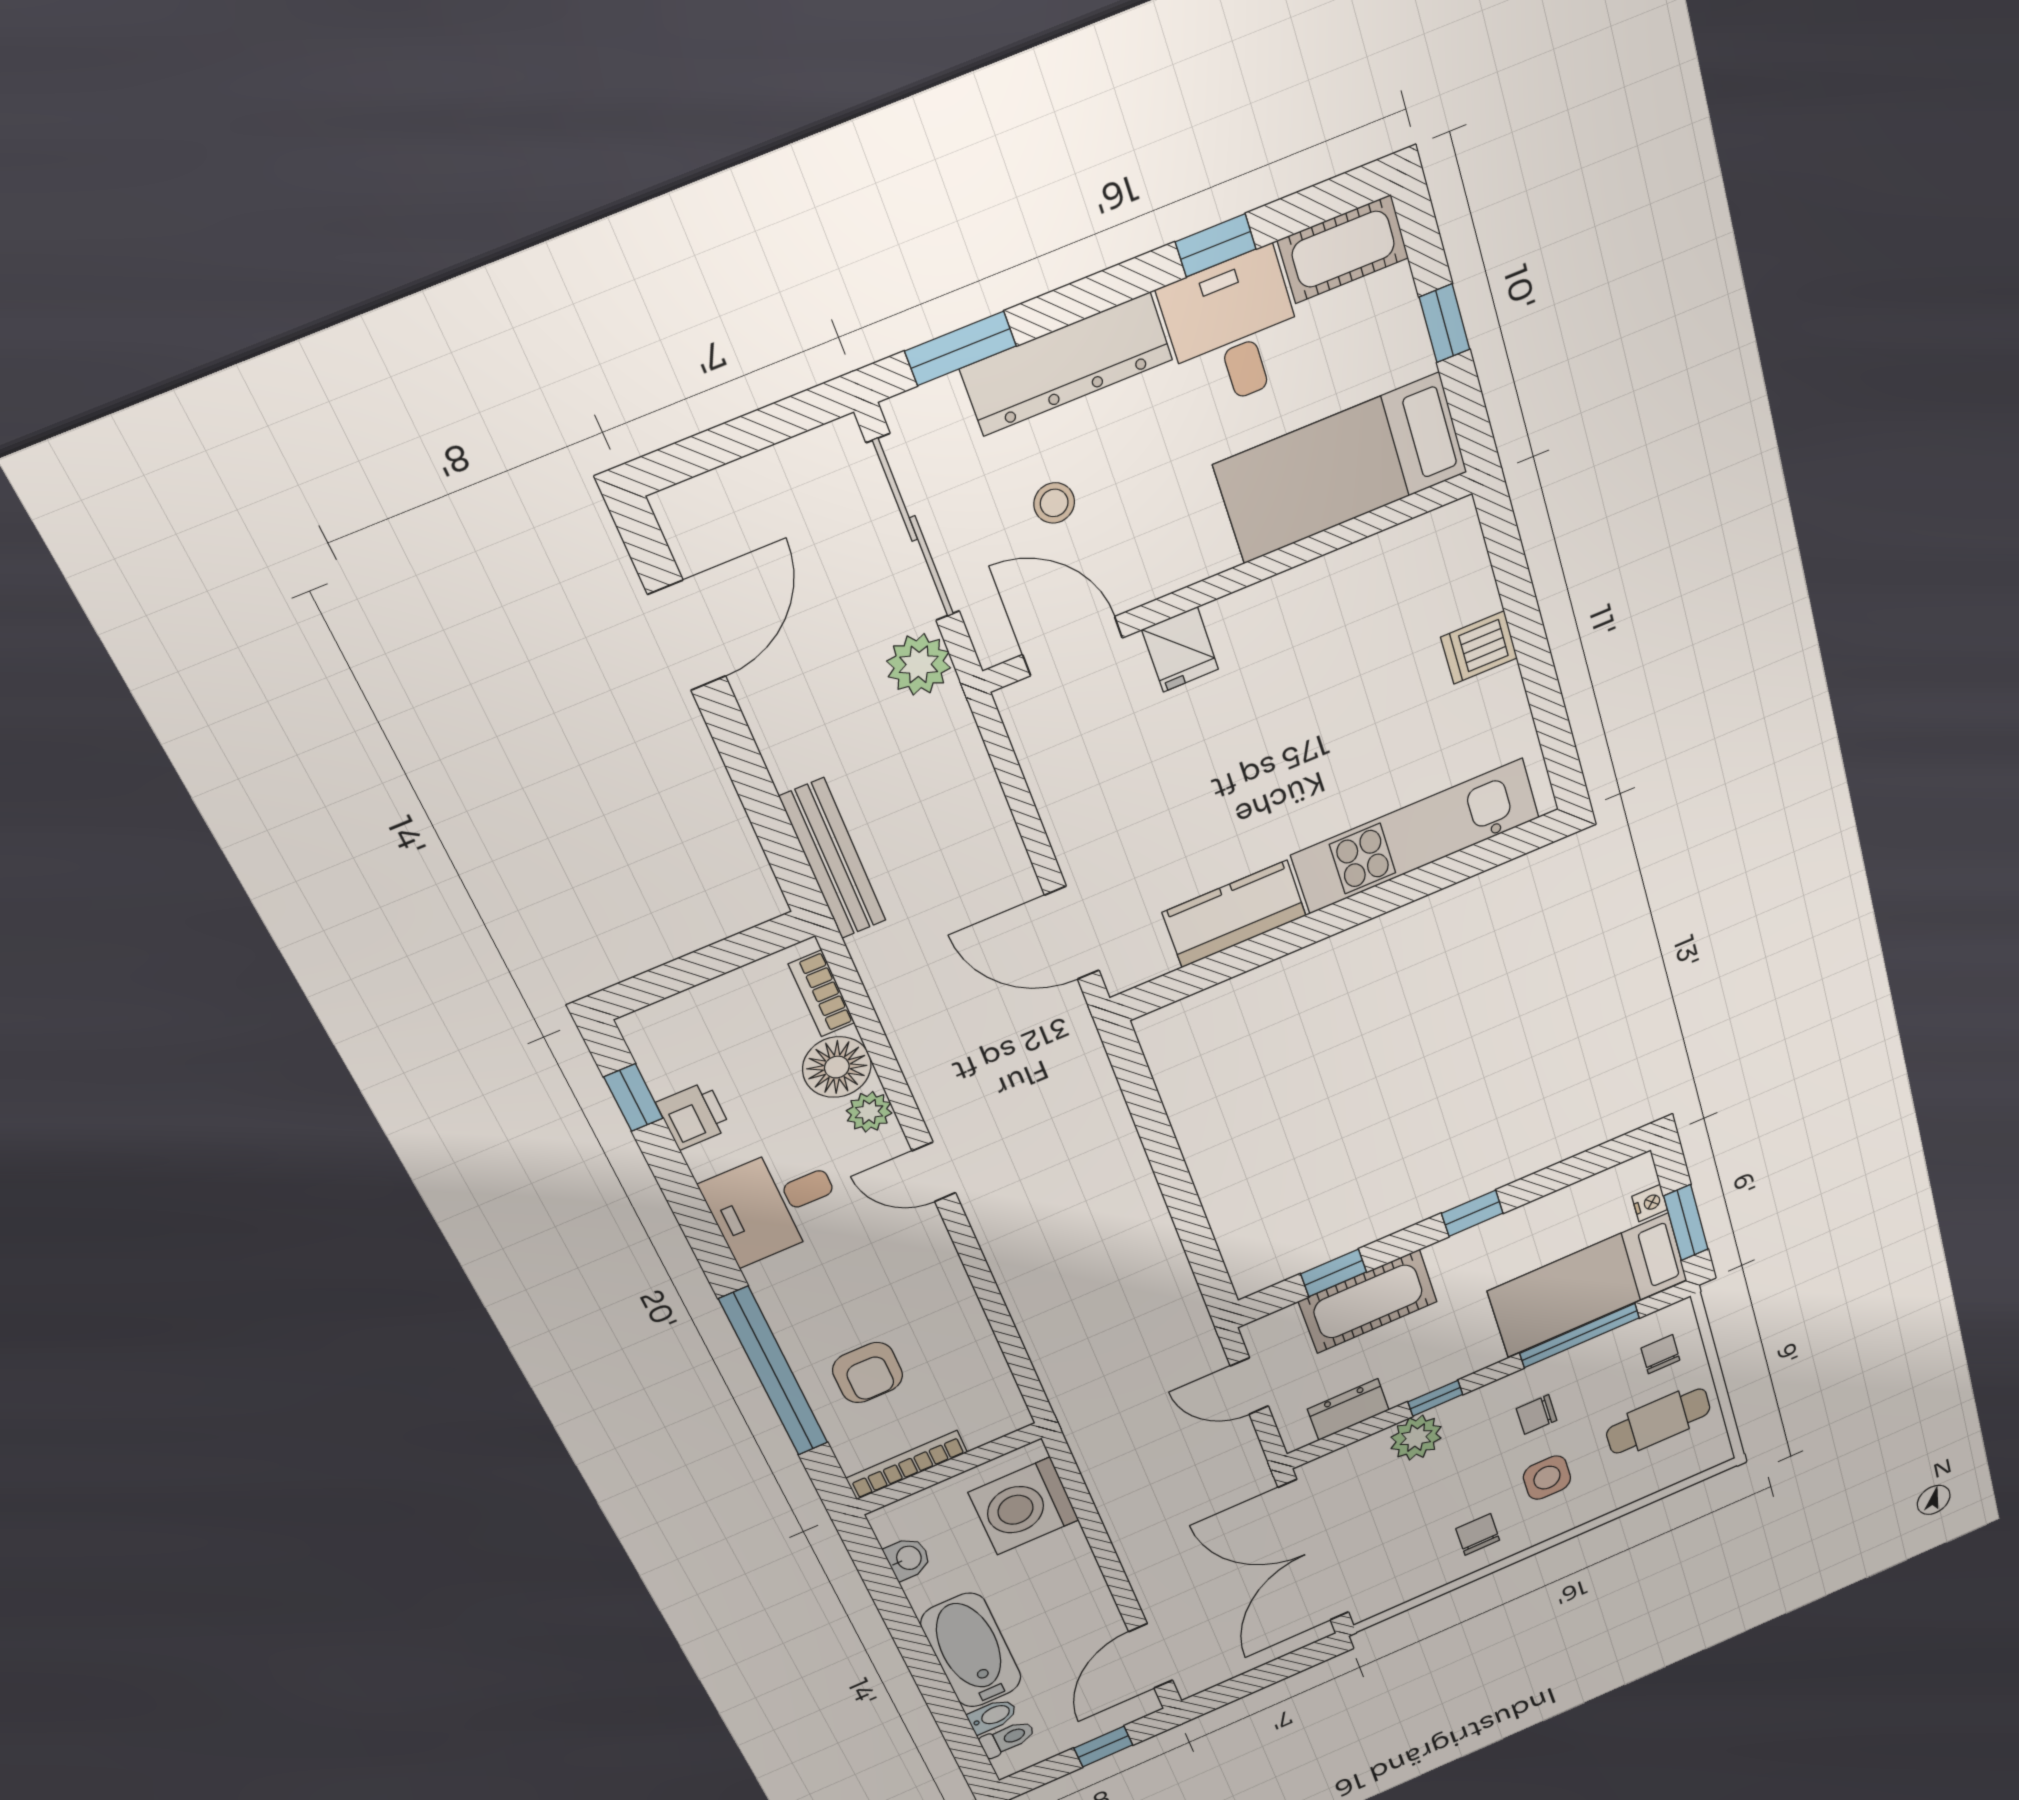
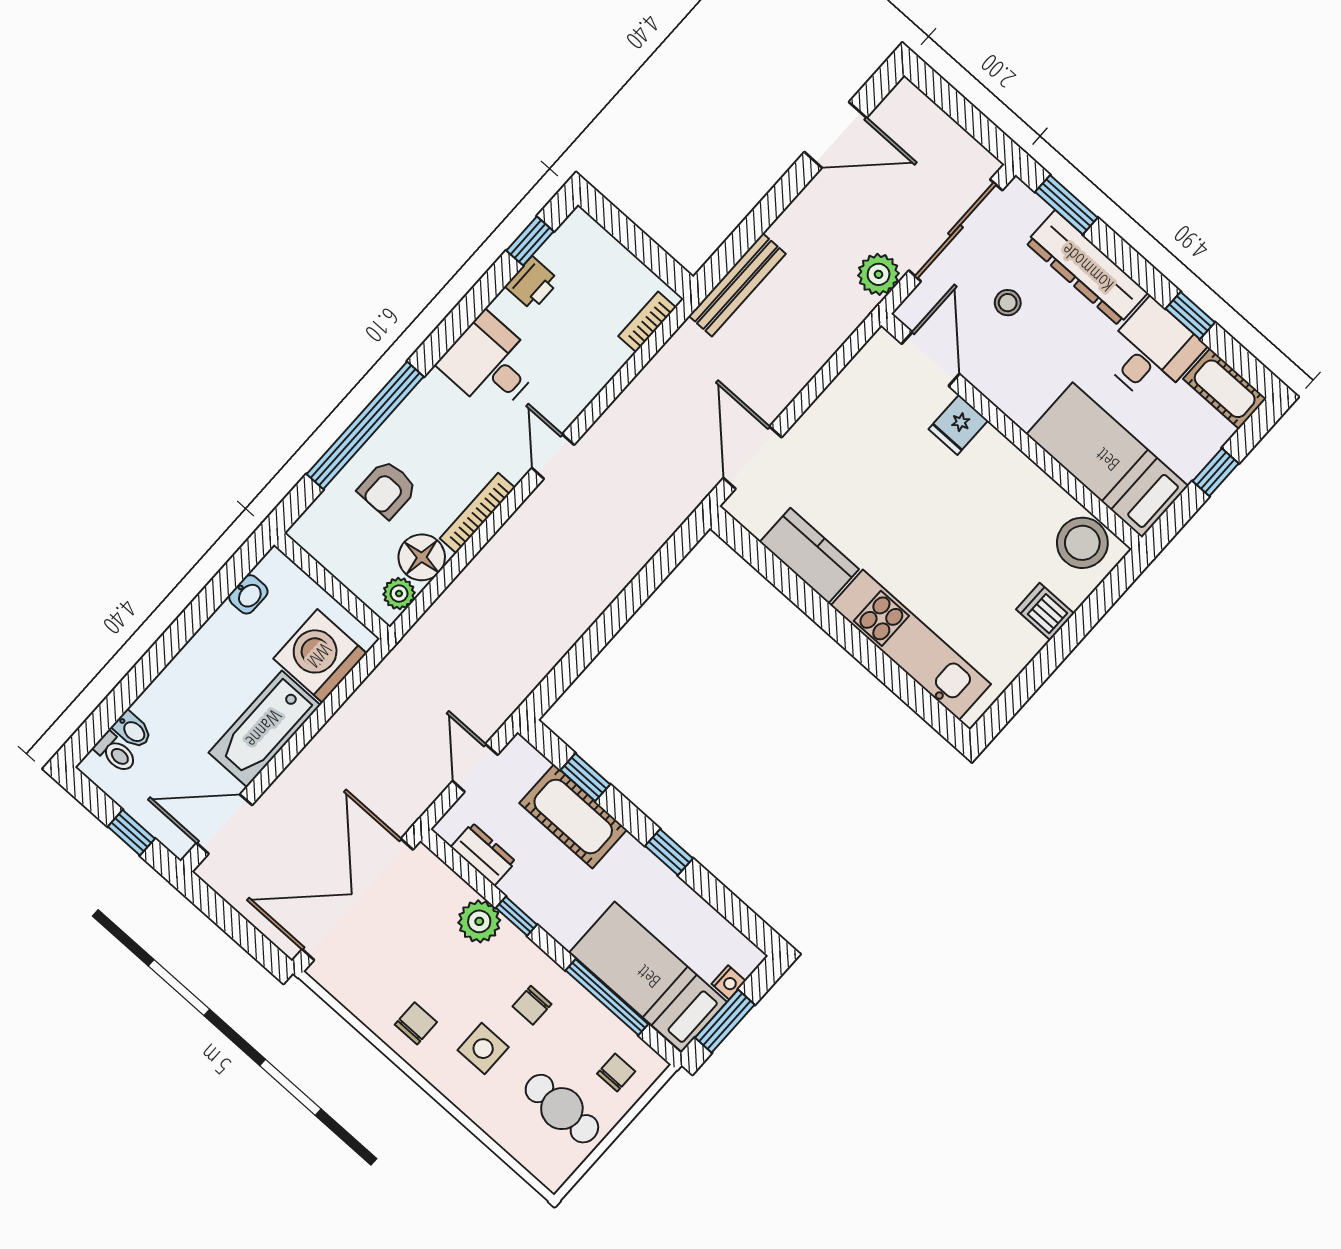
stool: (1425, 556) -> (1082, 543), added
floor lamp: (837, 1067) -> (422, 557), moved
plant: (869, 1112) -> (399, 594), moved
chair: (1537, 1414) -> (532, 1005), turned -90
bookcase: (907, 1465) -> (477, 513), moved, turned -90
bathtub: (971, 1650) -> (264, 729), moved, turned 180

